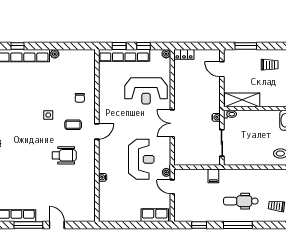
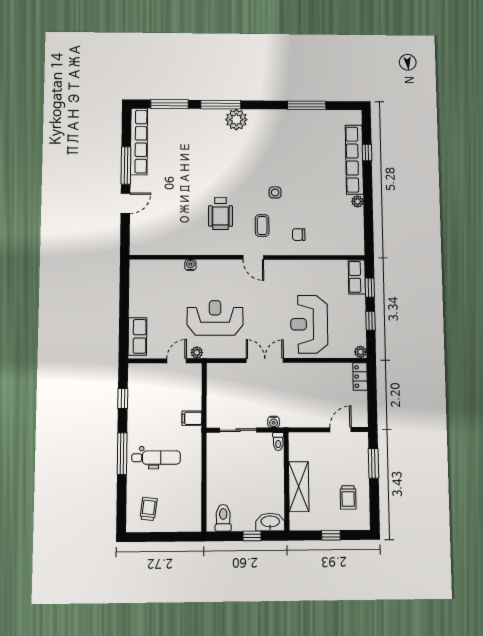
row of seats: (124, 55) -> (357, 277), width x0.50
shelving: (242, 100) -> (299, 487), moved
reception desk: (141, 159) -> (215, 318), turned 180
dental chair: (241, 201) -> (156, 458), turned 90

